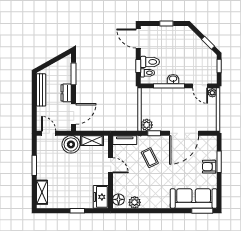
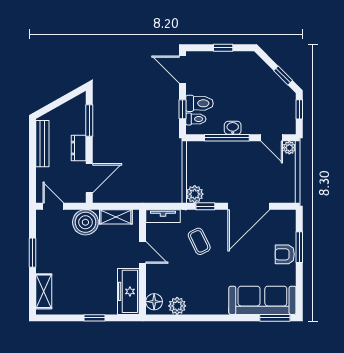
freezer: (101, 197) -> (128, 291), width x1.40

